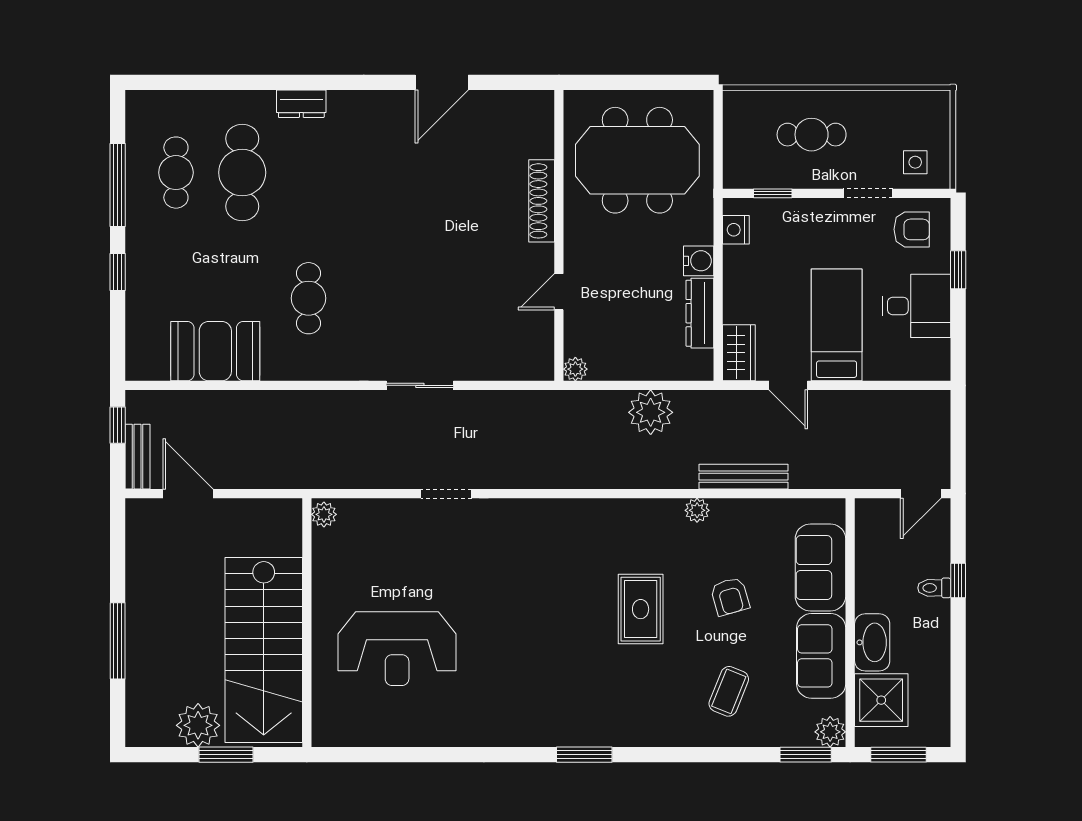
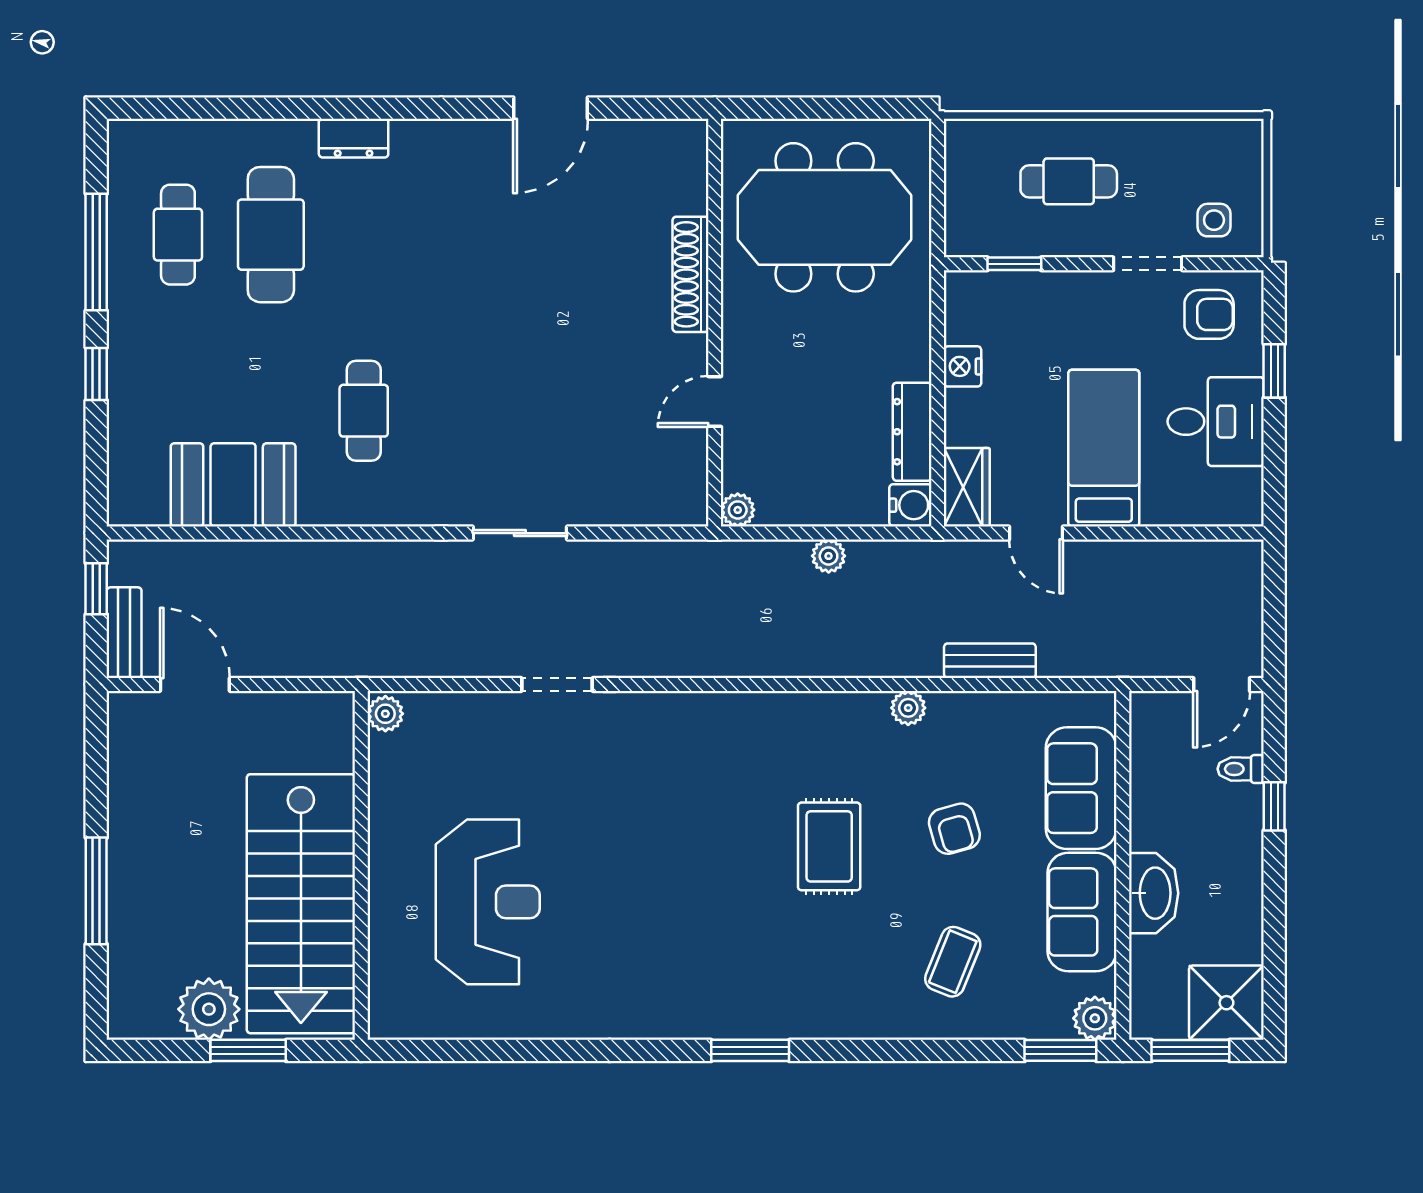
nightstand: (736, 230) -> (963, 366), moved
water cooler: (699, 261) -> (910, 505), moved
plant: (651, 412) -> (829, 556), width x0.53, depth x0.53
bench: (743, 477) -> (990, 661), width x0.73
toilet: (934, 588) -> (1241, 769), moved
reception desk: (397, 649) -> (488, 902), turned -90
shower: (881, 700) -> (1226, 1003), moved

